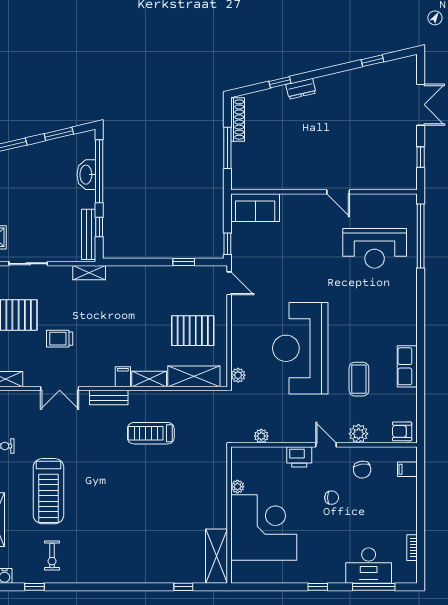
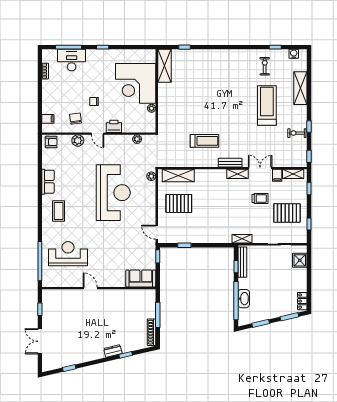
filing cabinet: (123, 377) -> (277, 175), moved
shelving: (149, 379) -> (237, 174), moved
coffee table: (359, 379) -> (59, 211), moved

